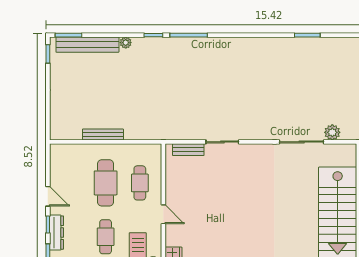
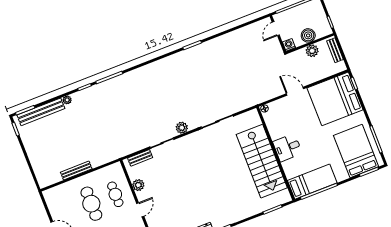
plant: (332, 132) -> (182, 128), moved
plant: (173, 183) -> (138, 185), added
door: (163, 214) -> (140, 210), hinge flipped

